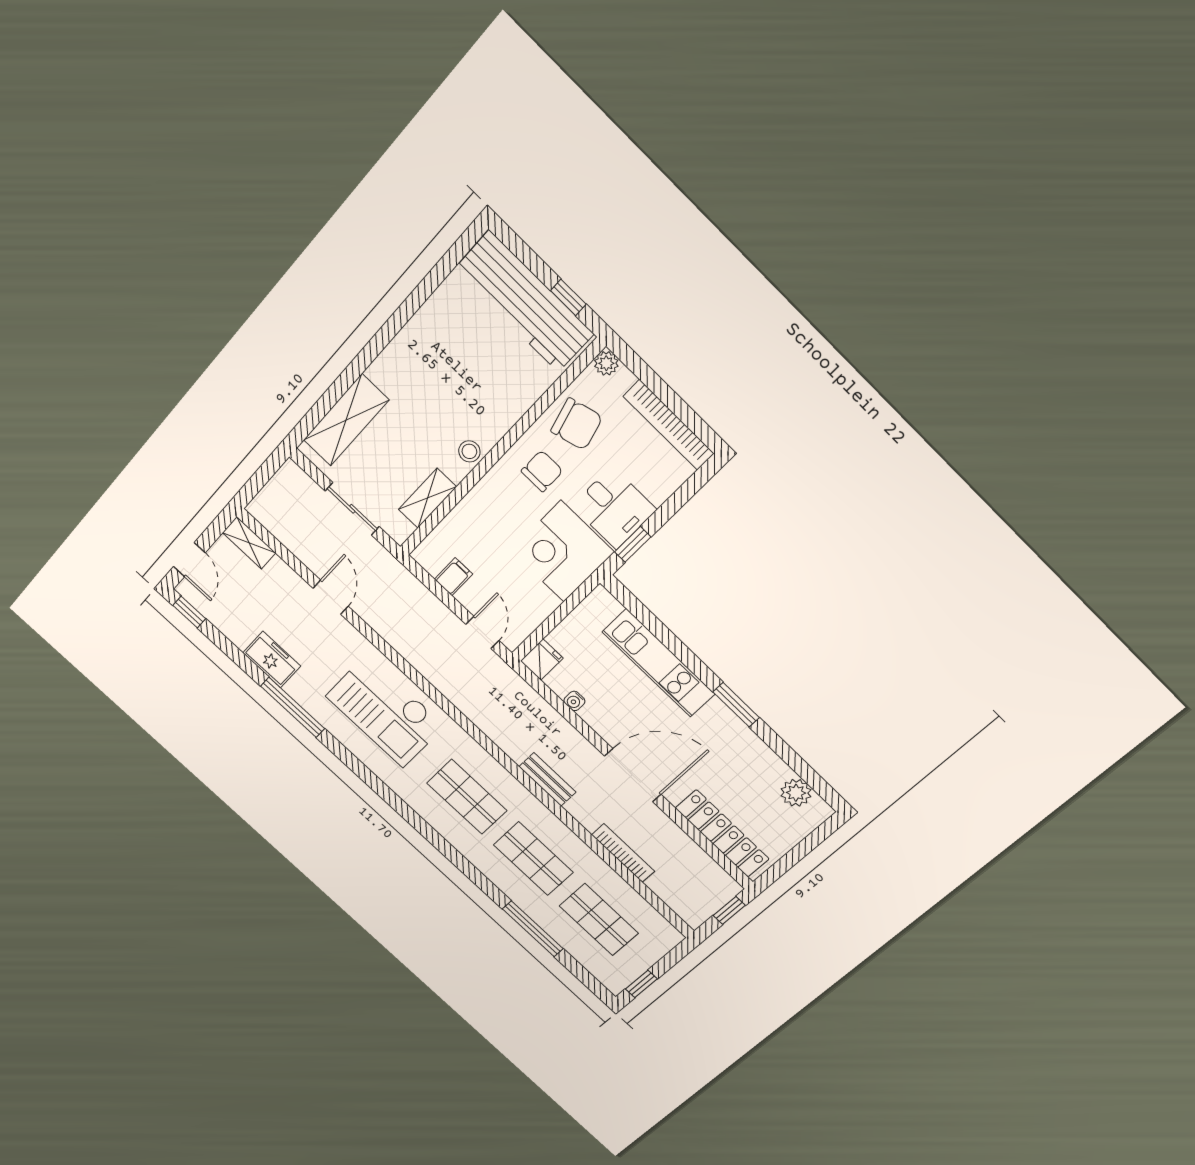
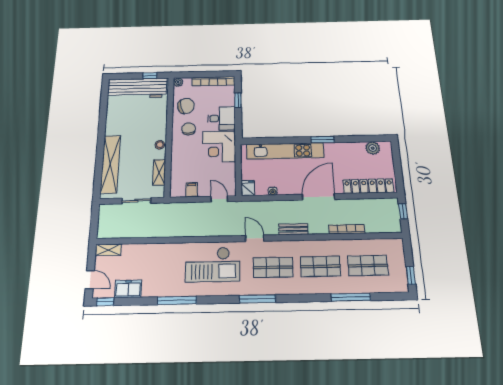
shelving: (346, 420) -> (110, 164), width x1.47
window: (633, 544) -> (238, 100), moved
door: (331, 597) -> (255, 238), moved
freezer: (272, 660) -> (128, 289), moved
kitchen unit: (659, 663) -> (285, 151), width x1.36
window: (406, 812) -> (257, 299), added

